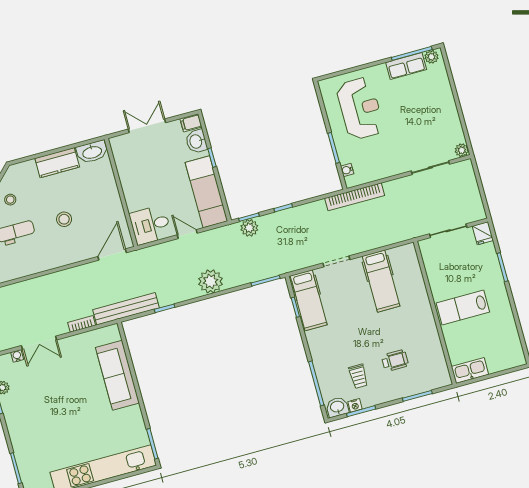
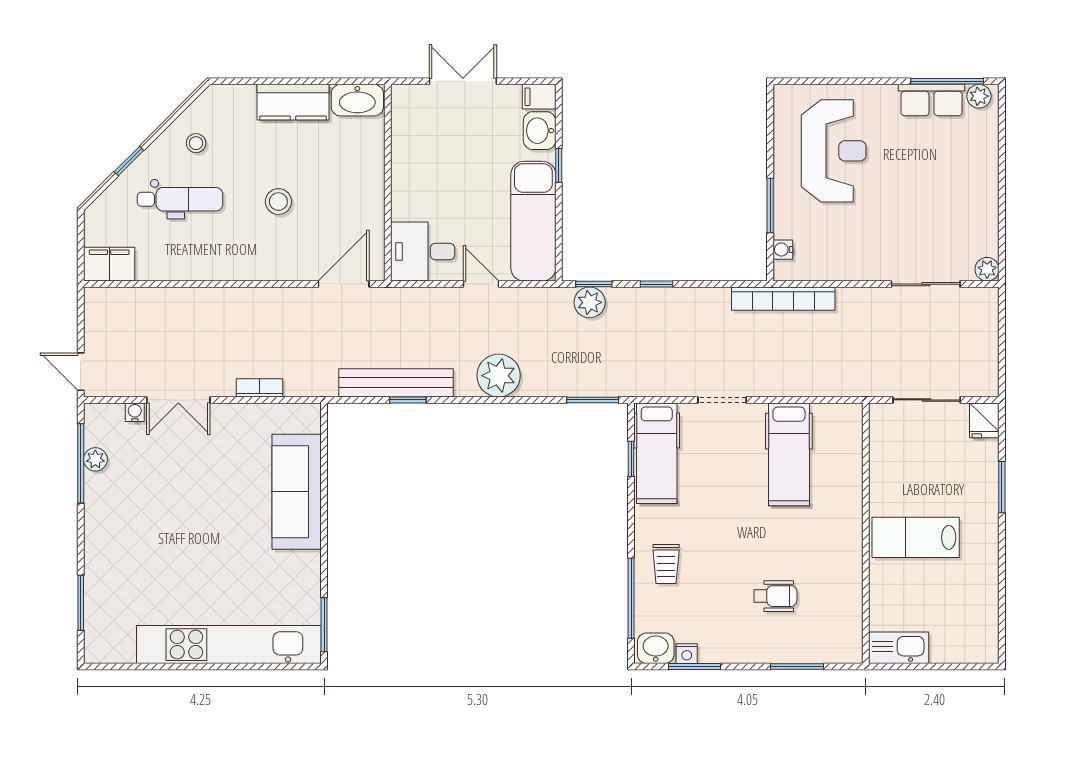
bench: (126, 309) -> (396, 383), moved
trolley: (358, 376) -> (666, 564), moved

